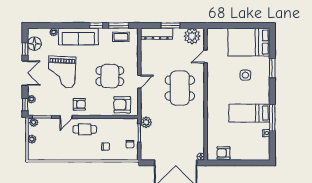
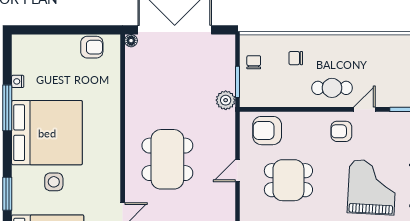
armchair: (122, 105) -> (267, 131), turned 180
bed: (249, 113) -> (47, 133), width x2.04

